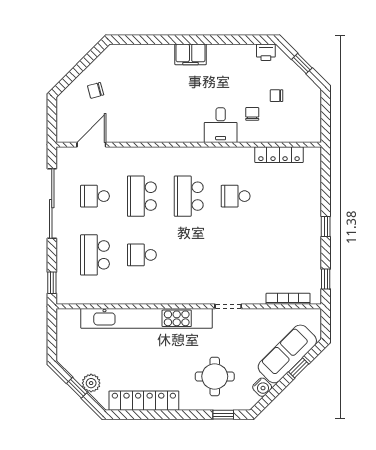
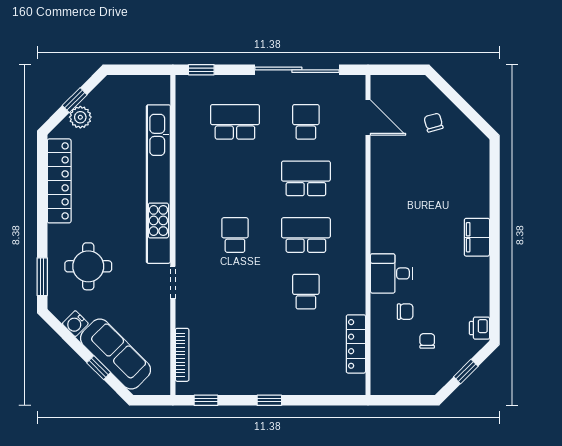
school desk: (142, 255) -> (235, 235), moved
window: (223, 415) -> (42, 277), width x1.50

